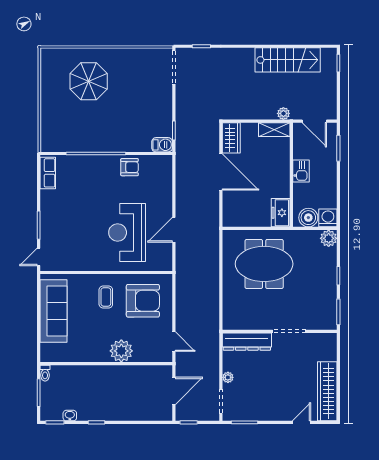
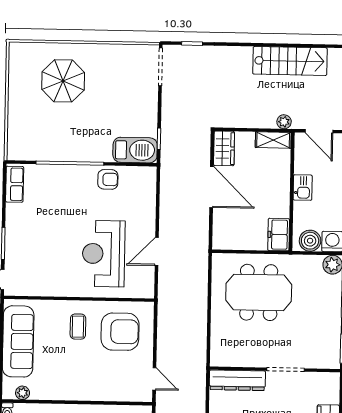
barbecue: (162, 145) -> (135, 150), width x1.88, depth x1.53
plant: (121, 351) -> (23, 393), moved, width x0.53, depth x0.53

